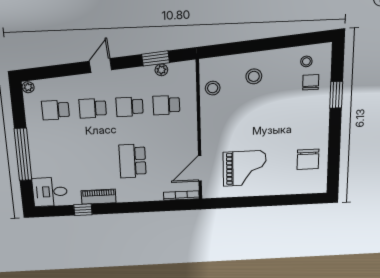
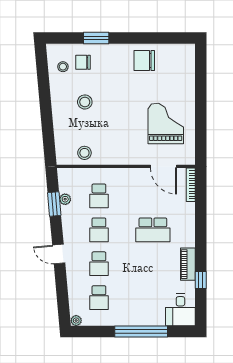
stool: (254, 76) -> (85, 102), moved
chair: (308, 159) -> (144, 61), moved, turned 180

